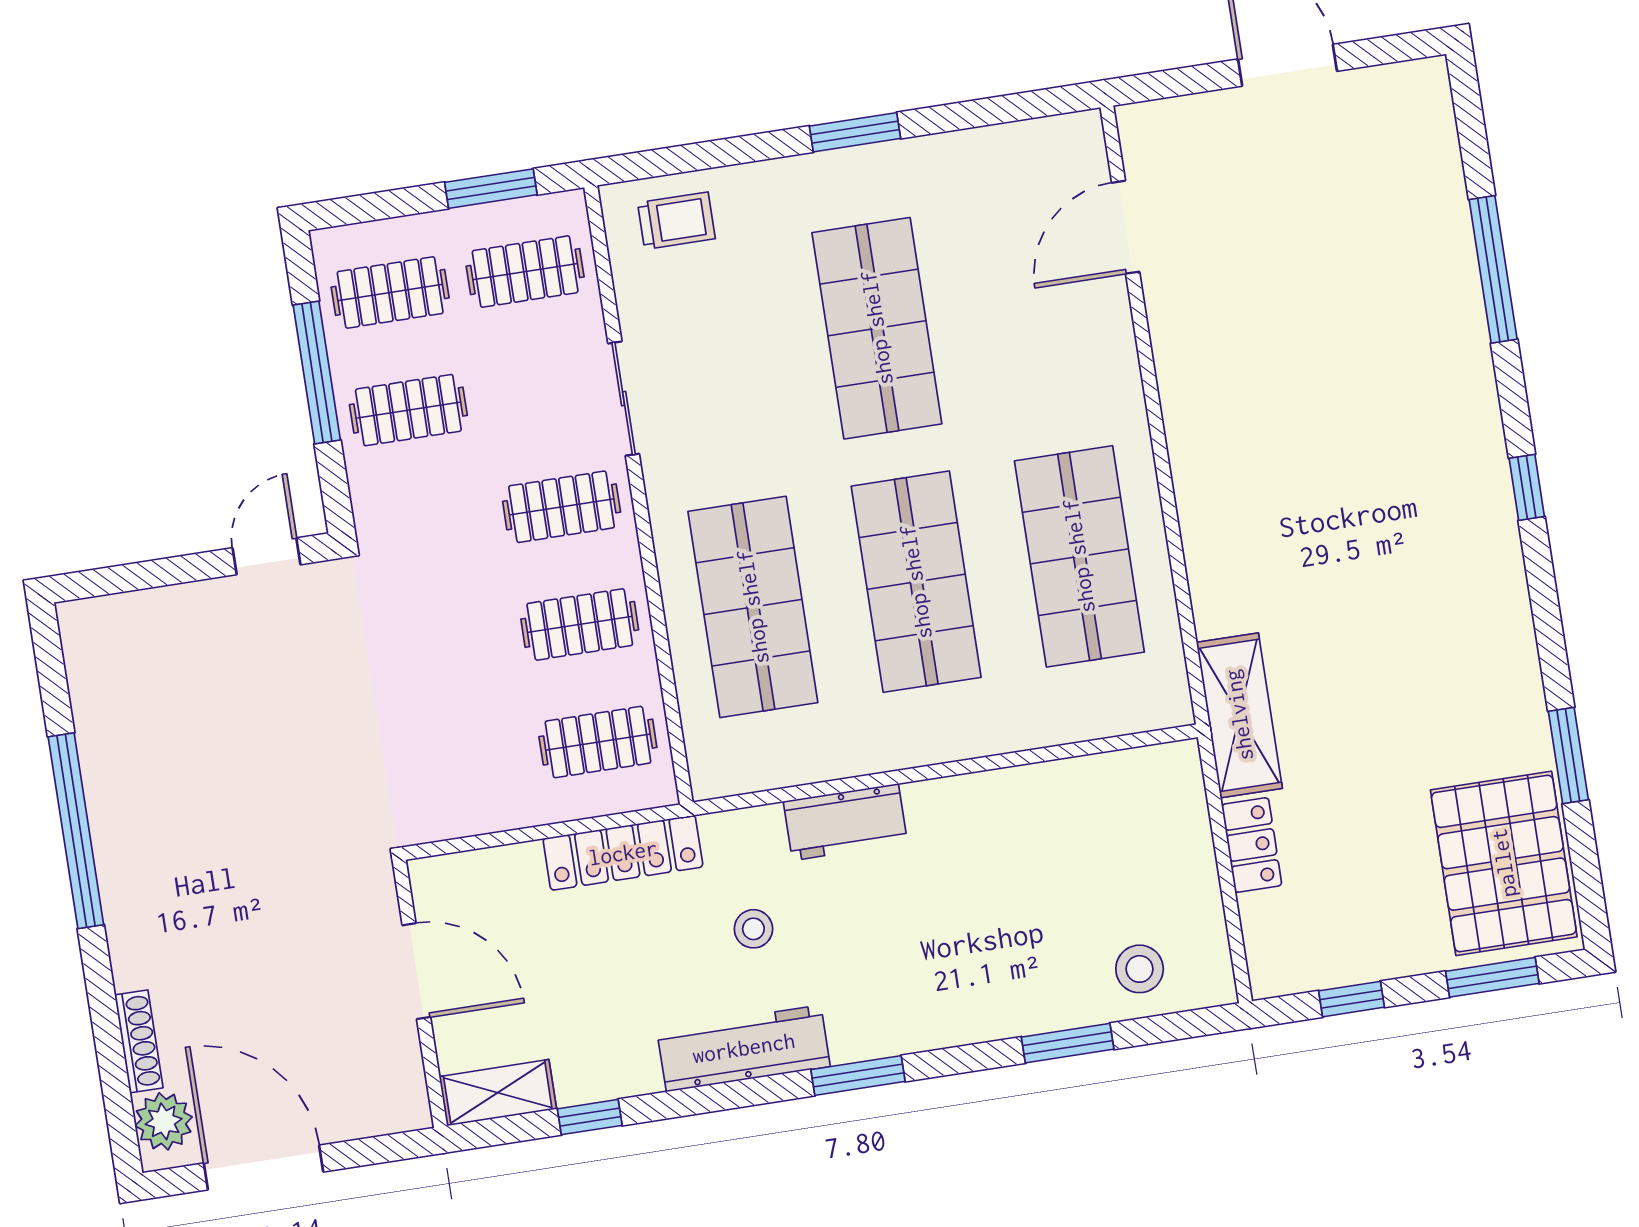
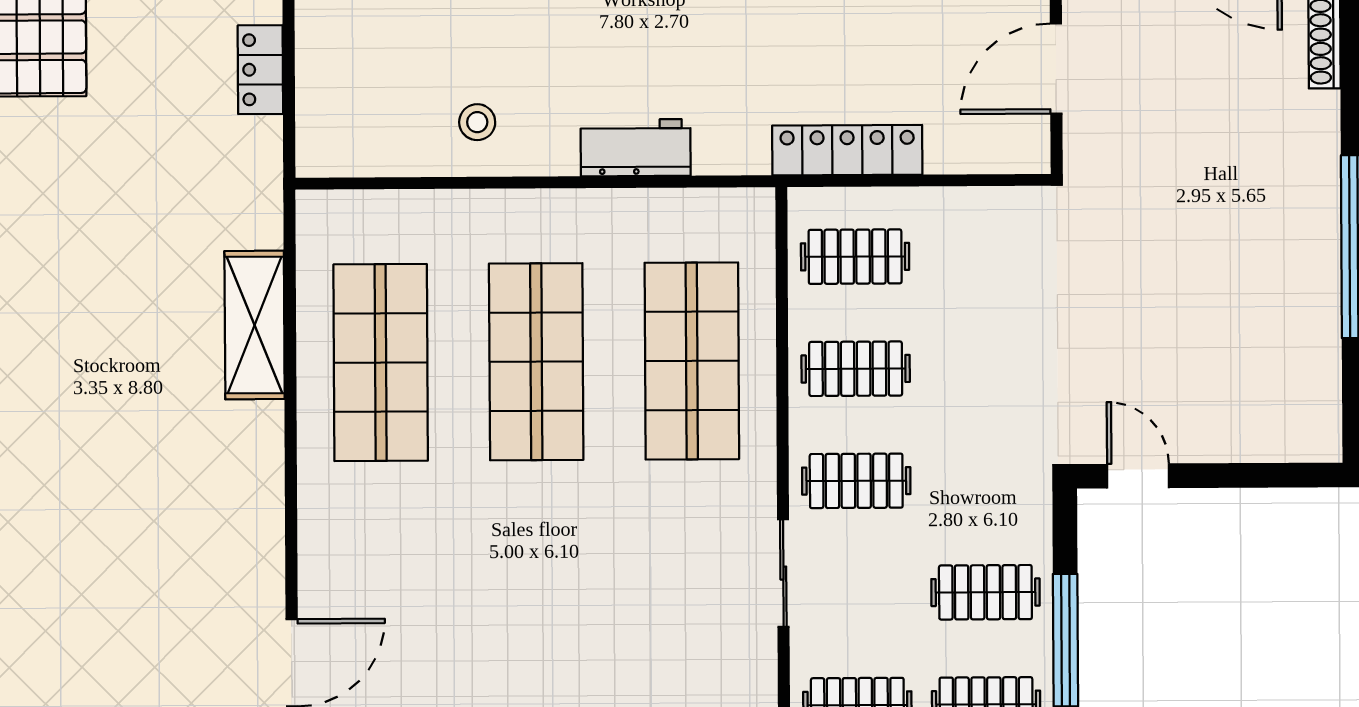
shop shelf: (877, 328) -> (537, 603), removed
door: (266, 556) -> (1138, 476), swing flipped
shelving: (1239, 715) -> (255, 325), moved
stool: (753, 929) -> (477, 122), moved
door: (416, 971) -> (1056, 69), hinge flipped

